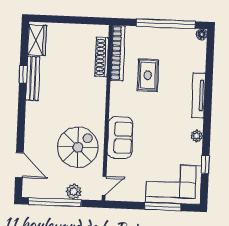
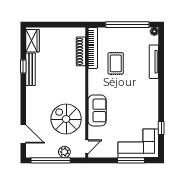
tv unit: (198, 95) -> (154, 62), moved
plant: (197, 136) -> (154, 107), removed
spiral stairs: (78, 147) -> (66, 119), turned -90

